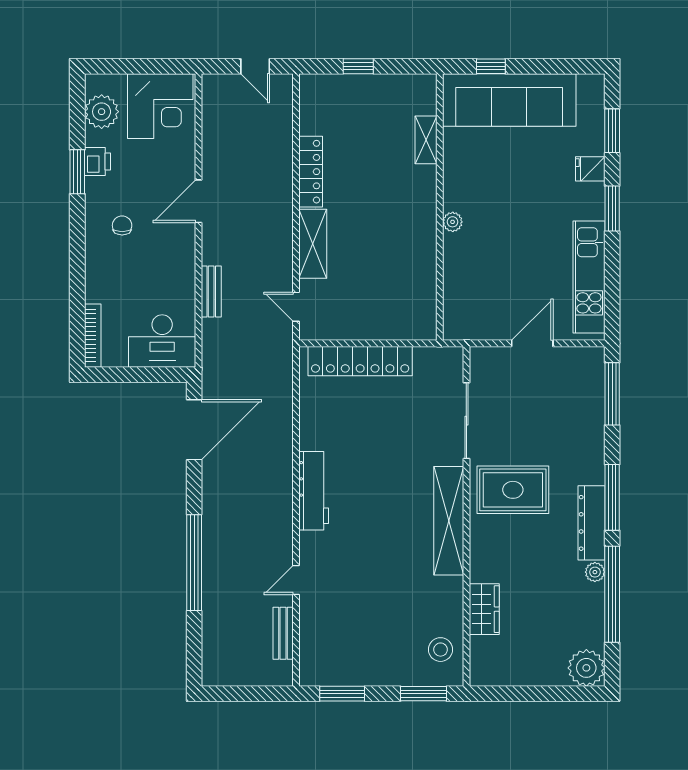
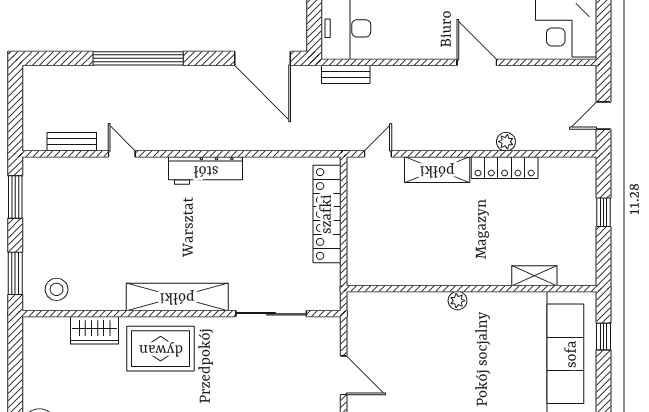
plant: (283, 170) -> (506, 142), added
bench: (211, 291) -> (346, 74), moved
rug: (513, 490) -> (161, 349), moved, turned 90

